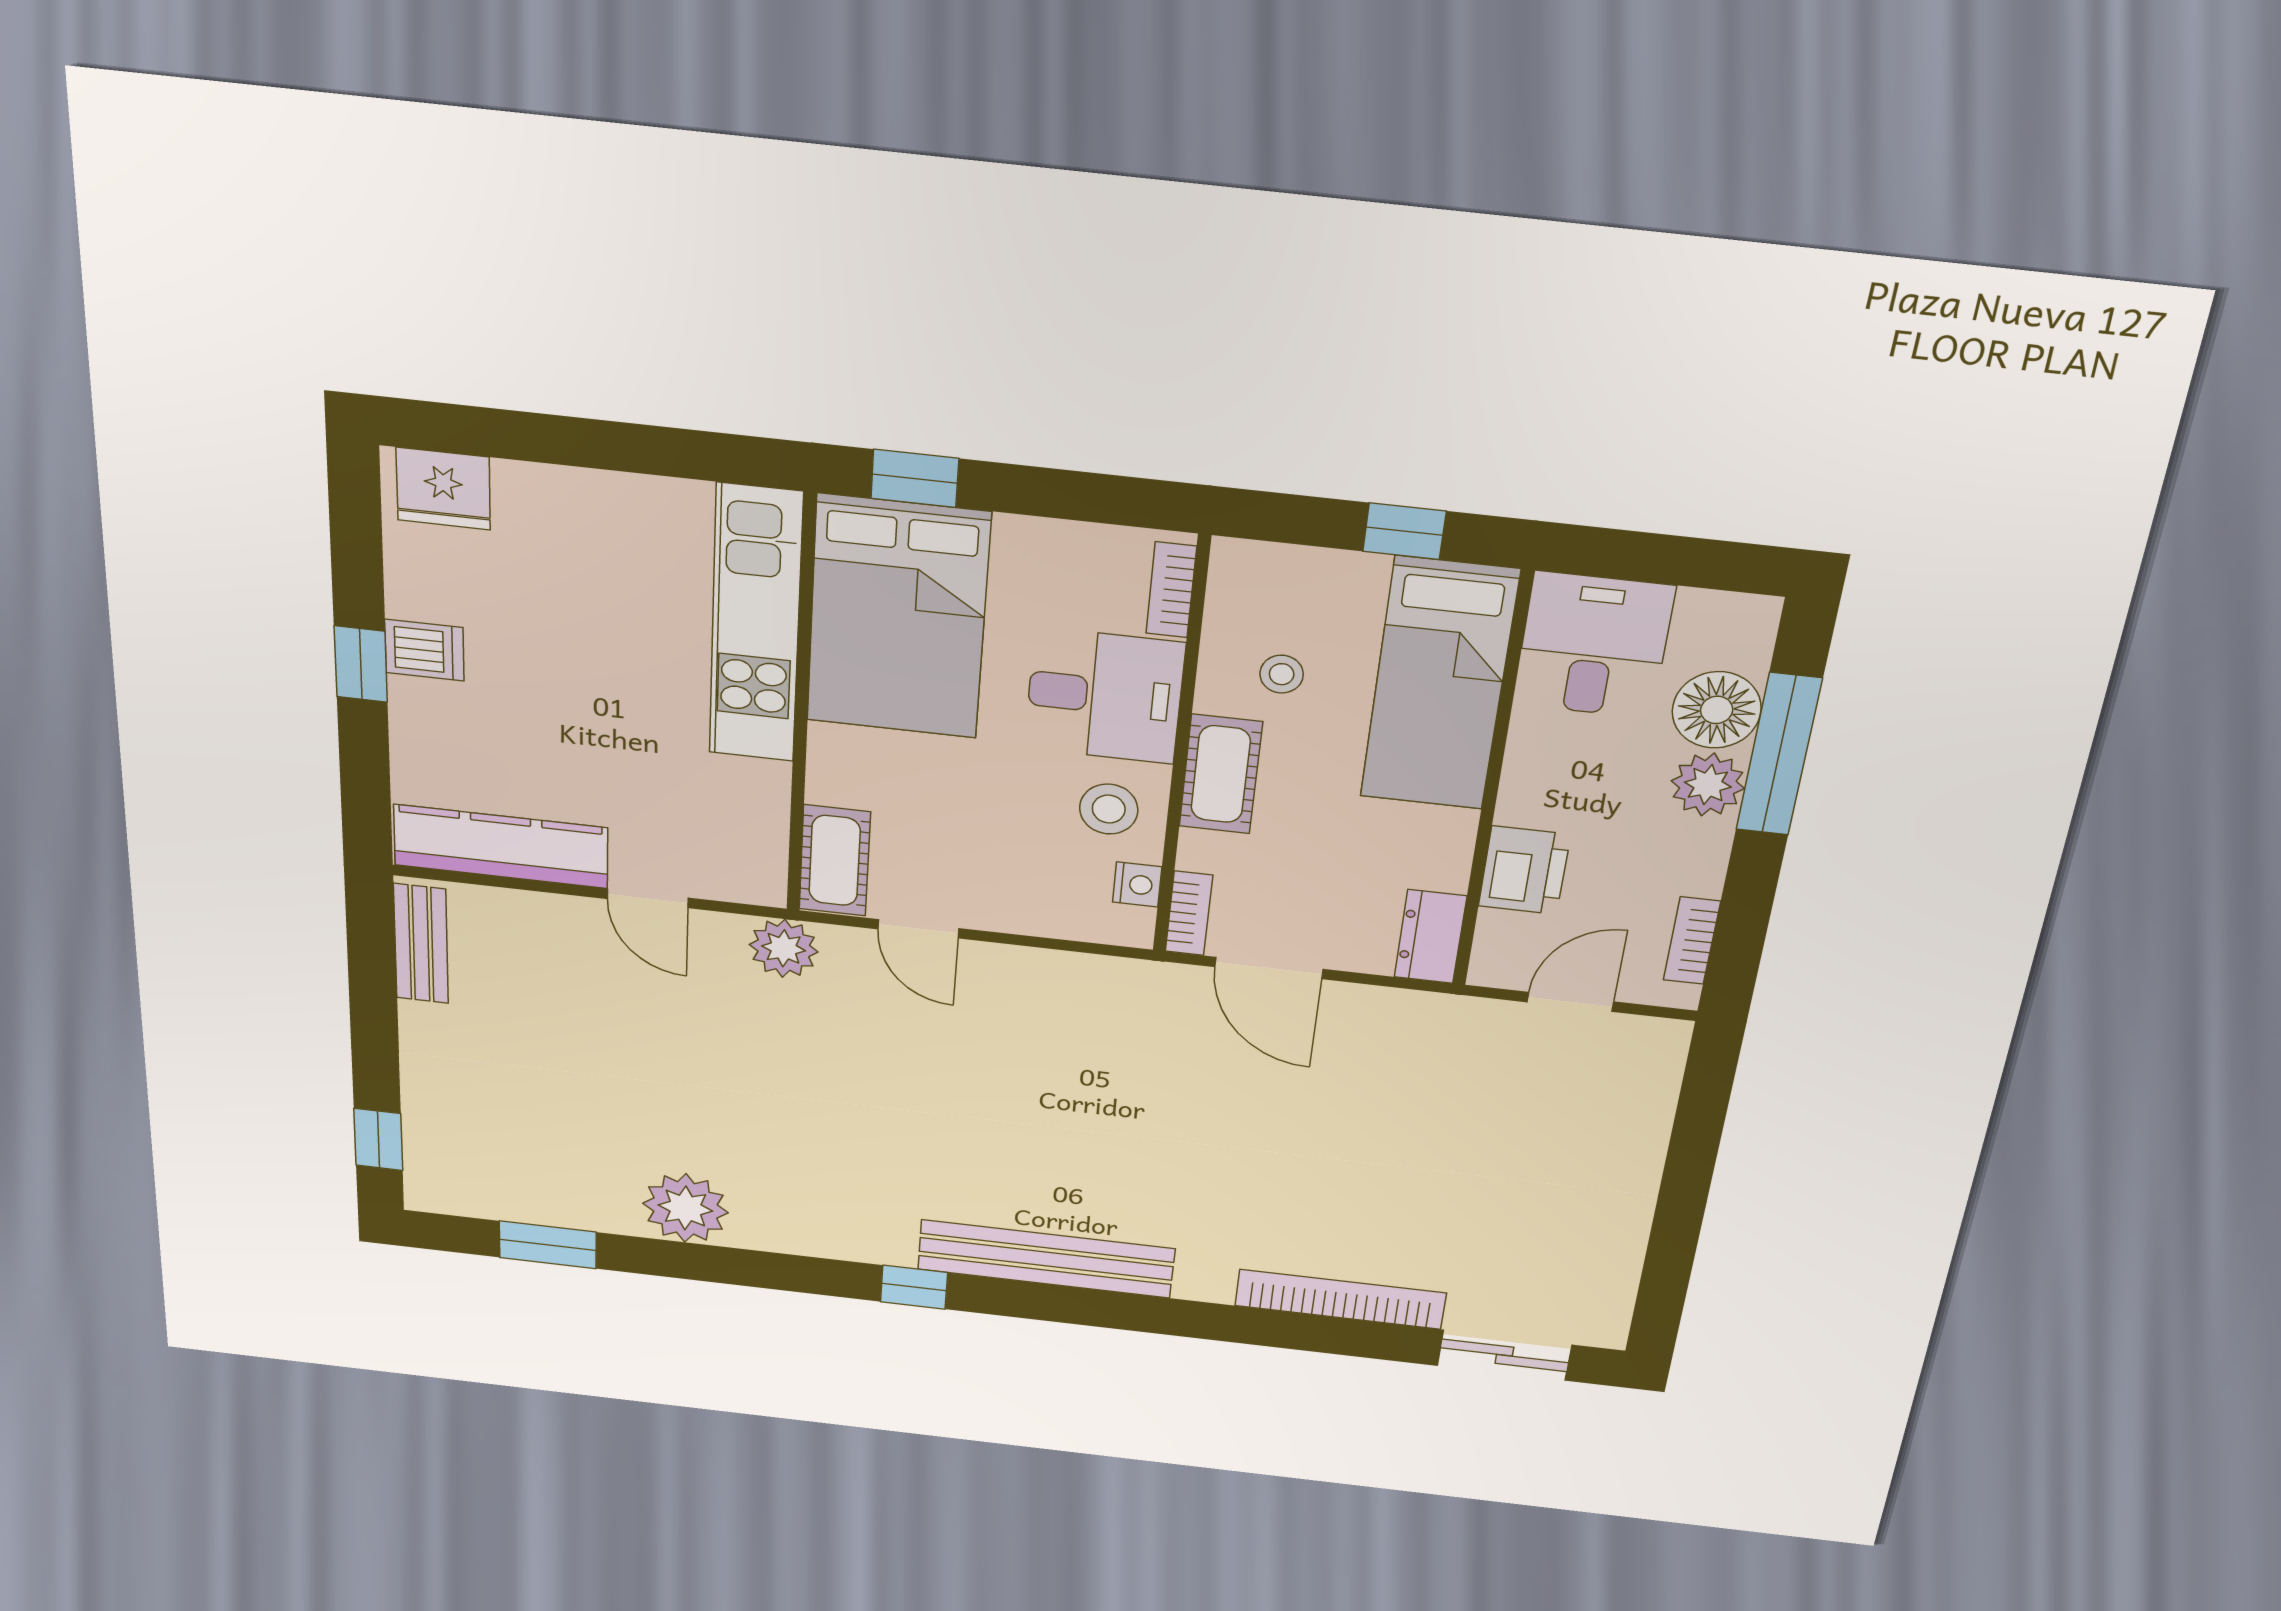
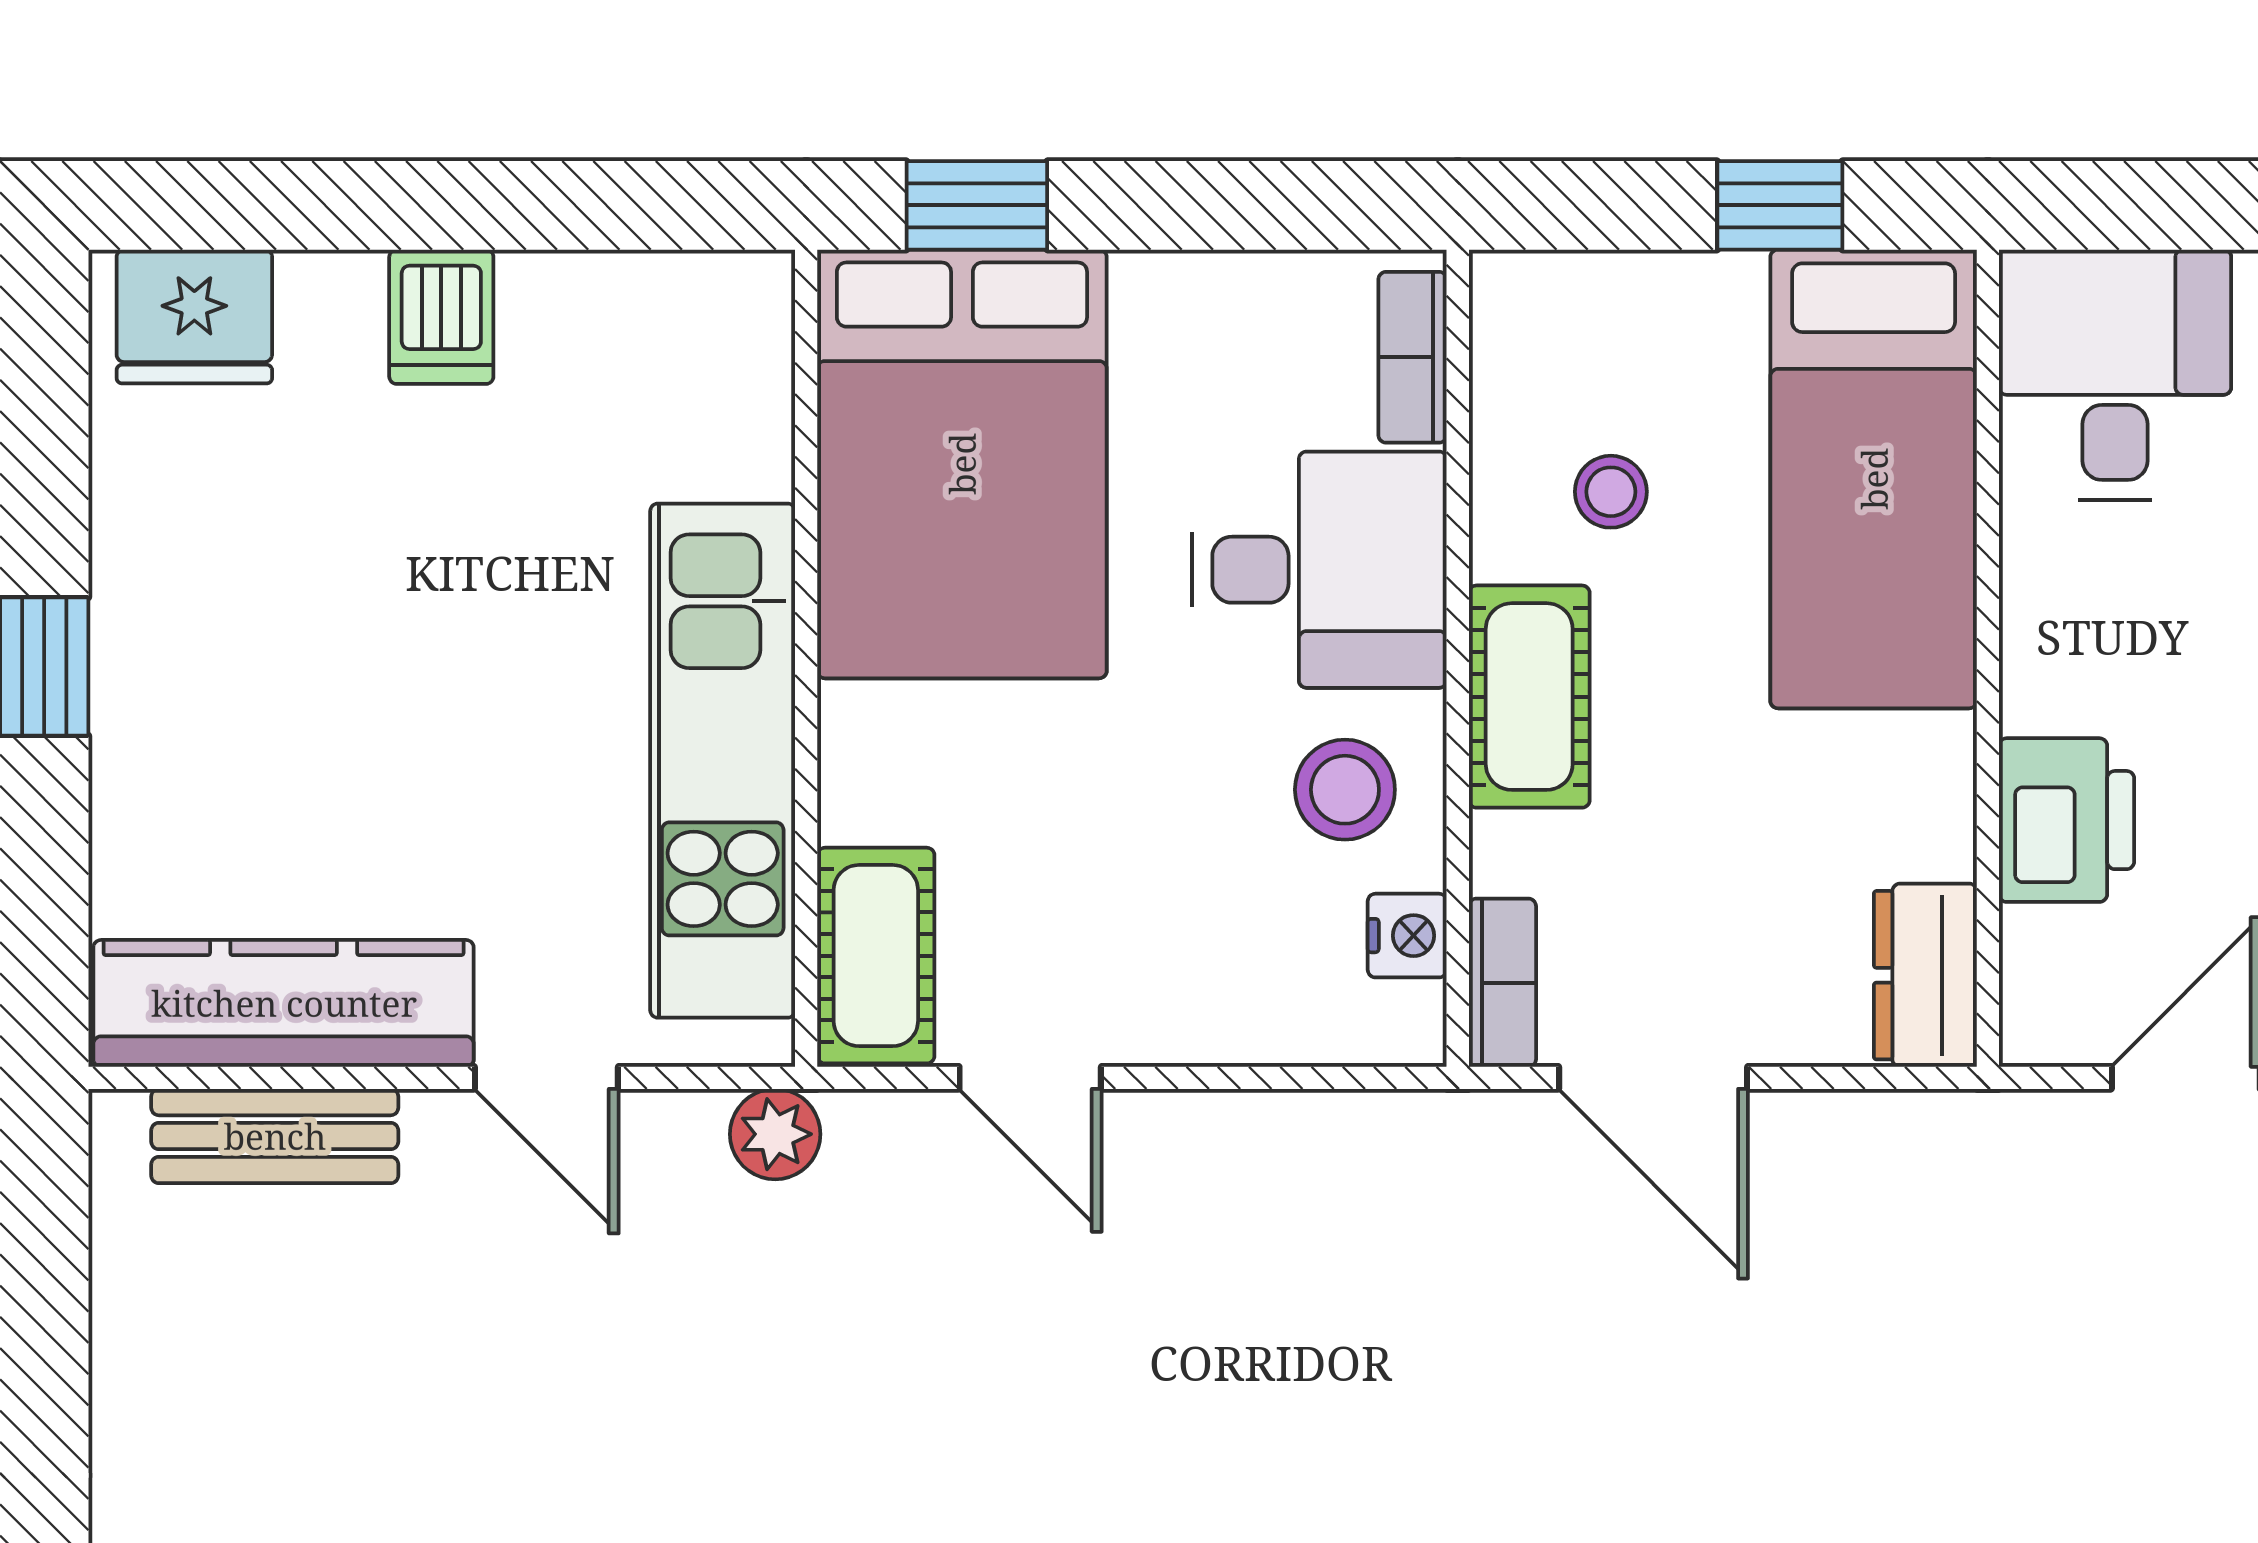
kitchen unit: (755, 625) -> (723, 761), moved
dishwasher: (424, 650) -> (441, 317), moved, turned 90
bench: (421, 944) -> (275, 1136), moved, turned 90
plant: (784, 948) -> (775, 1134), width x0.73, depth x0.73

